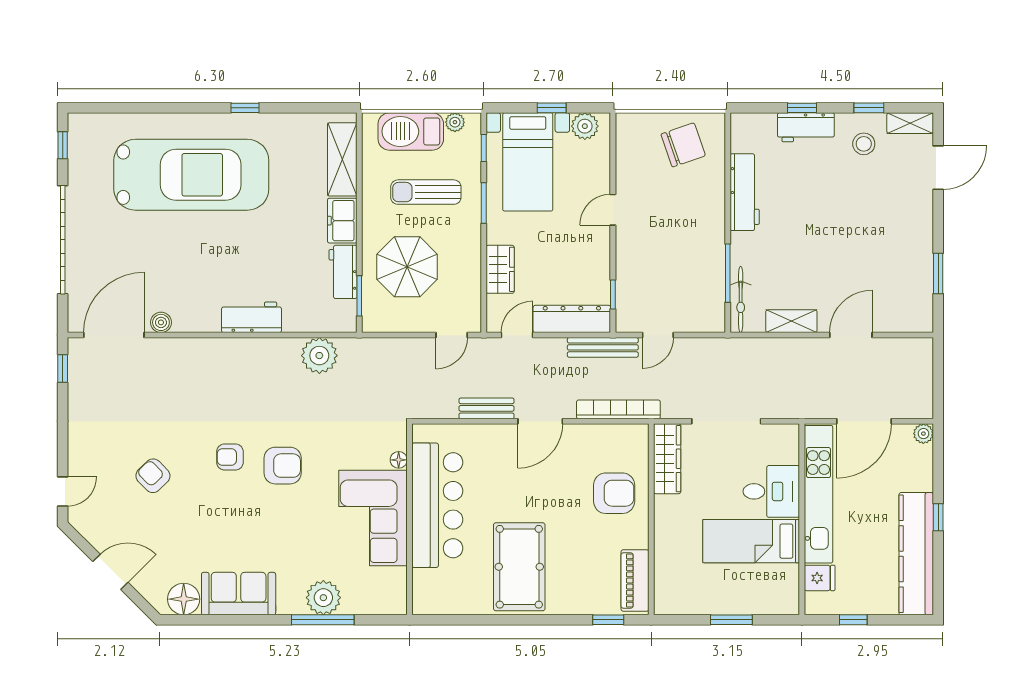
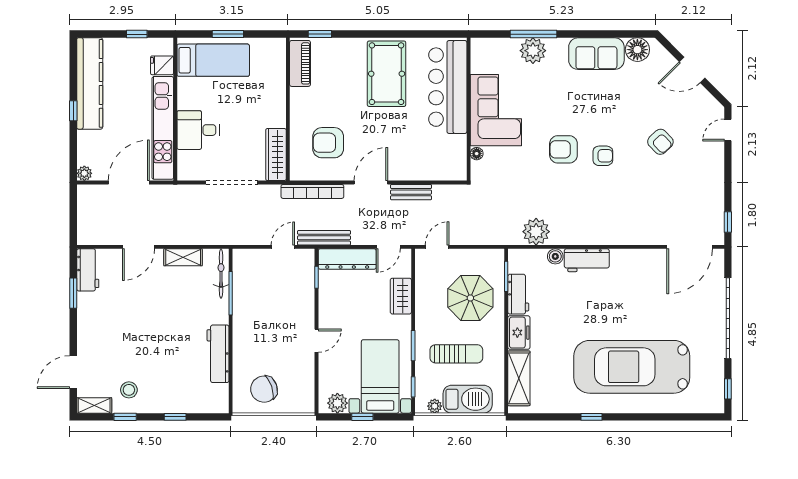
workbench: (806, 127) -> (88, 270), moved, turned 90
boiler: (161, 322) -> (555, 256), moved
armchair: (614, 493) -> (328, 143), moved
bar counter: (437, 505) -> (448, 87), moved
bed: (751, 541) -> (213, 60), moved

